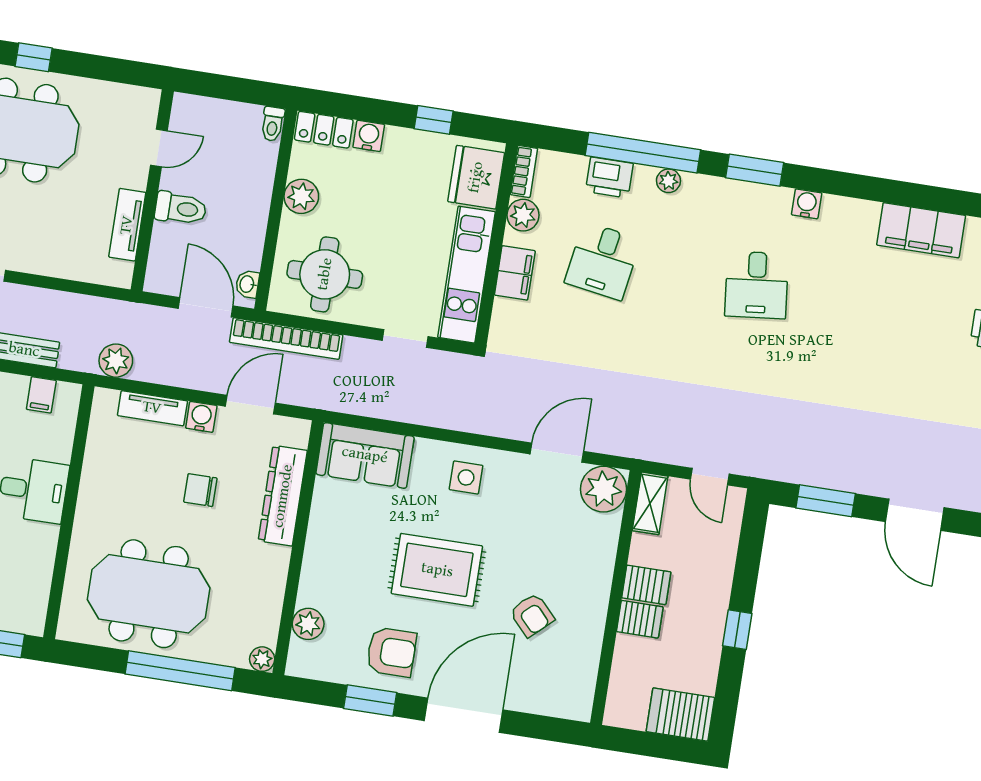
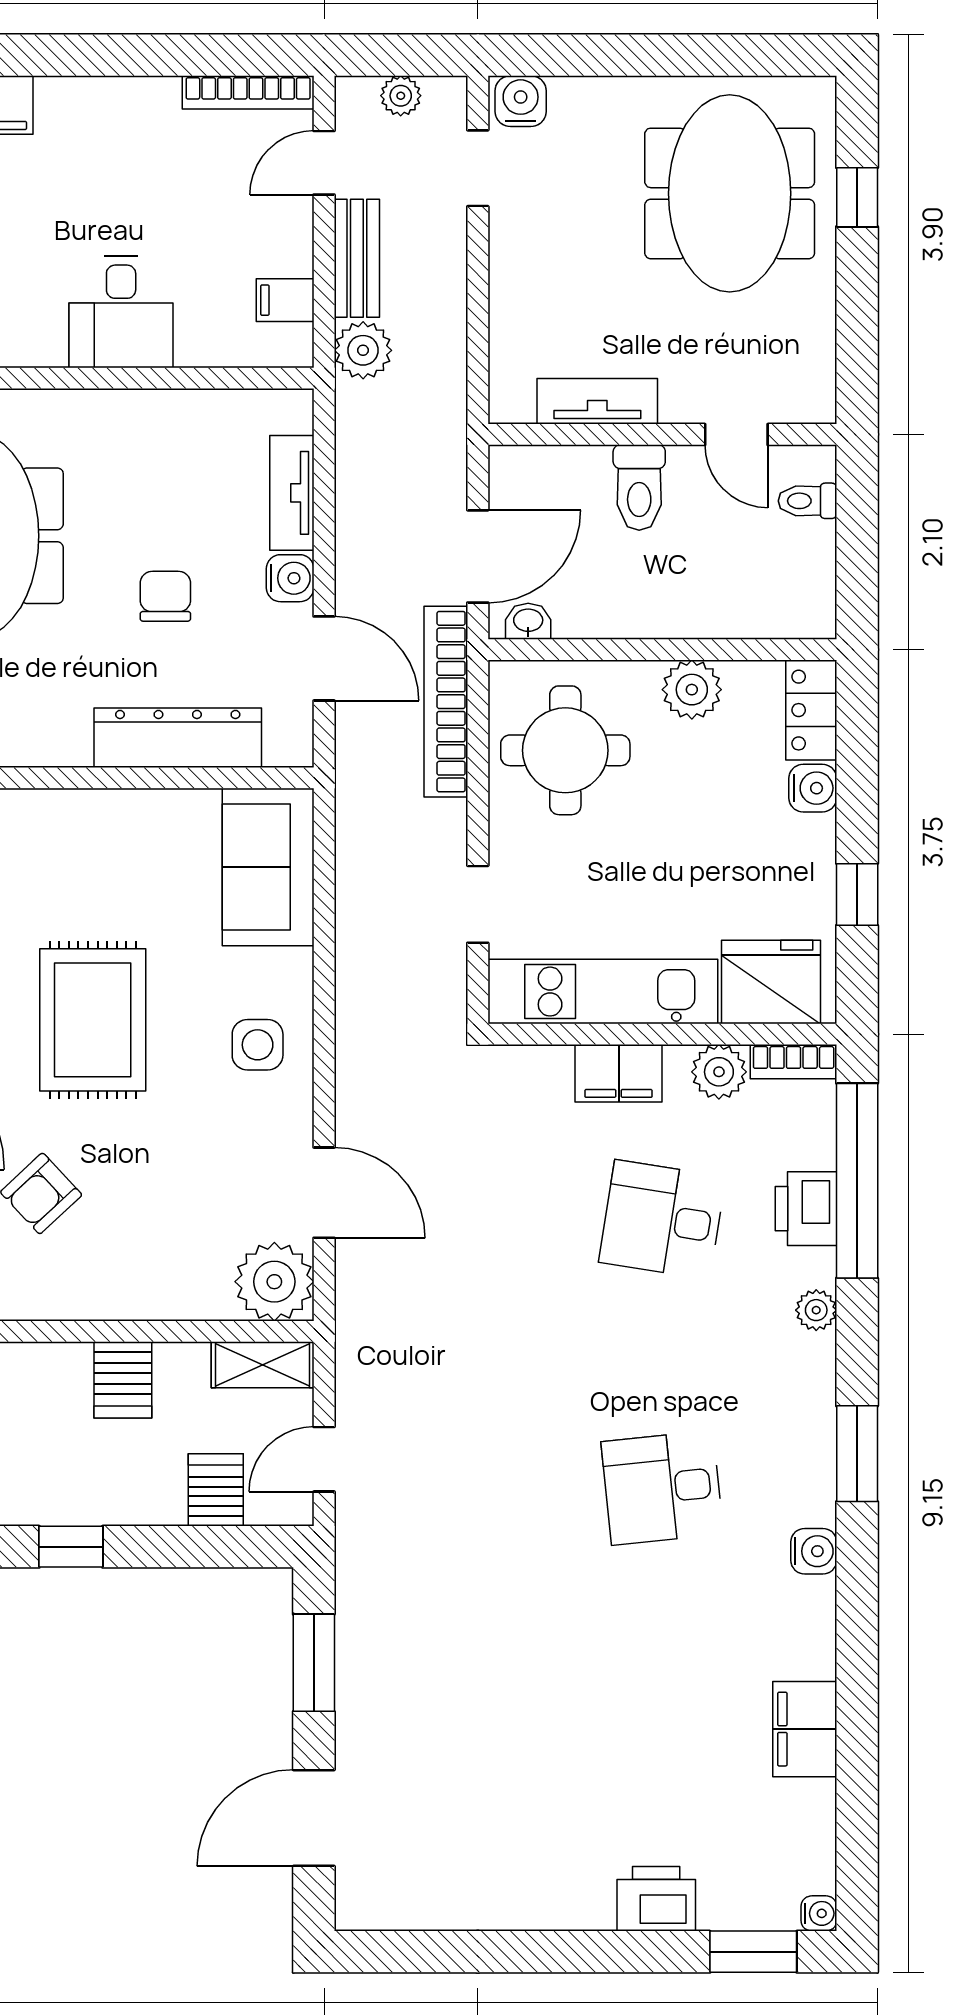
toilet: (273, 124) -> (807, 501), moved
window: (643, 153) -> (857, 1181), moved
filing cabinet: (921, 230) -> (805, 1729), width x0.67, depth x0.86
plant: (116, 361) -> (363, 350), moved
server rack: (640, 619) -> (216, 1490), moved, turned 180

